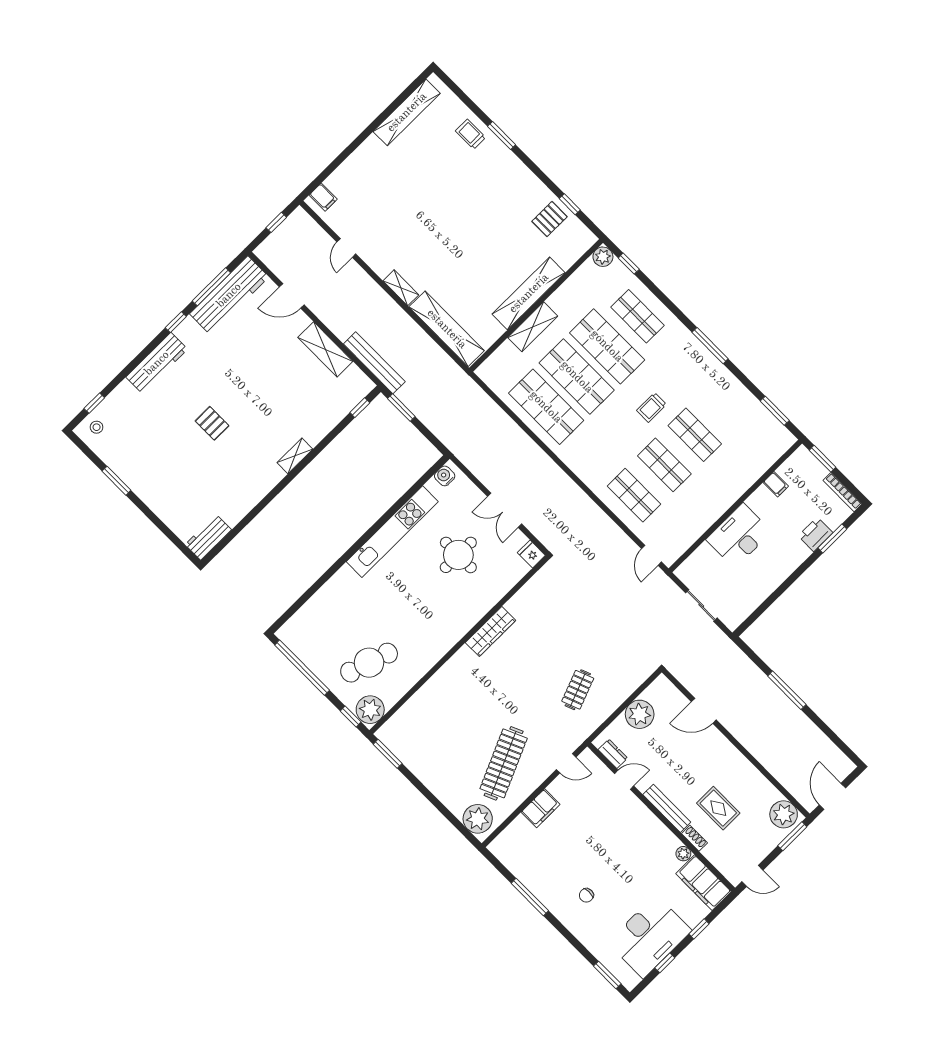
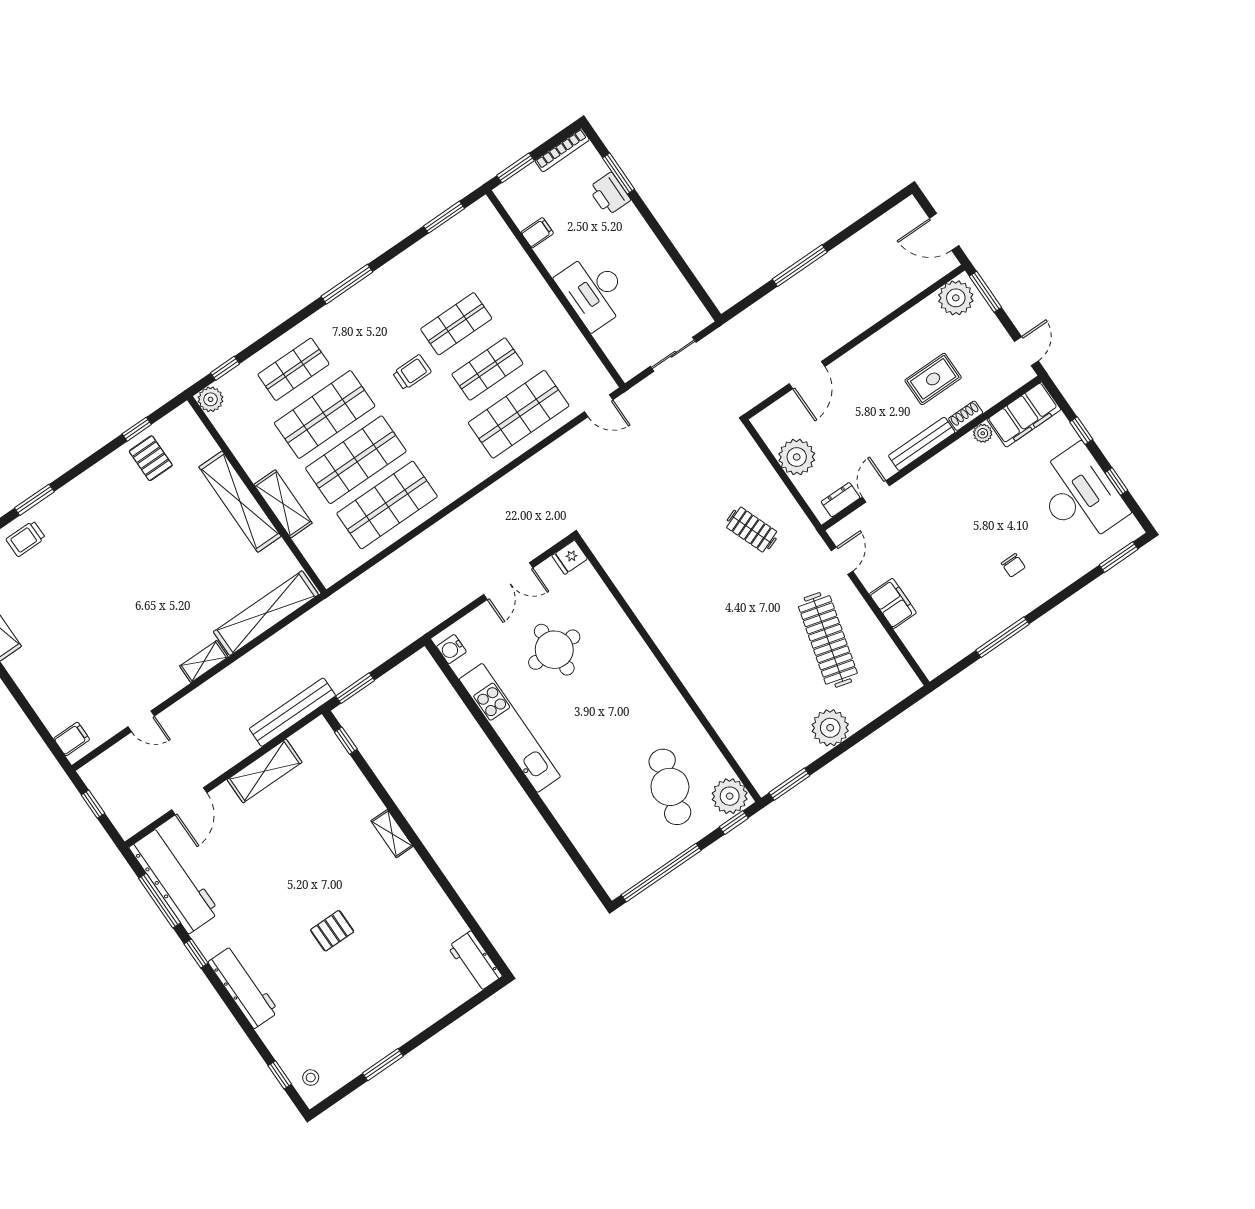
trolley: (651, 407) -> (412, 372), turned -90
shop shelf: (634, 495) -> (519, 414), width x1.43, depth x1.36
wardrobe: (491, 632) -> (658, 626), removed
clothes rail: (504, 763) -> (828, 640), turned 39
plant: (478, 819) -> (830, 728), moved

